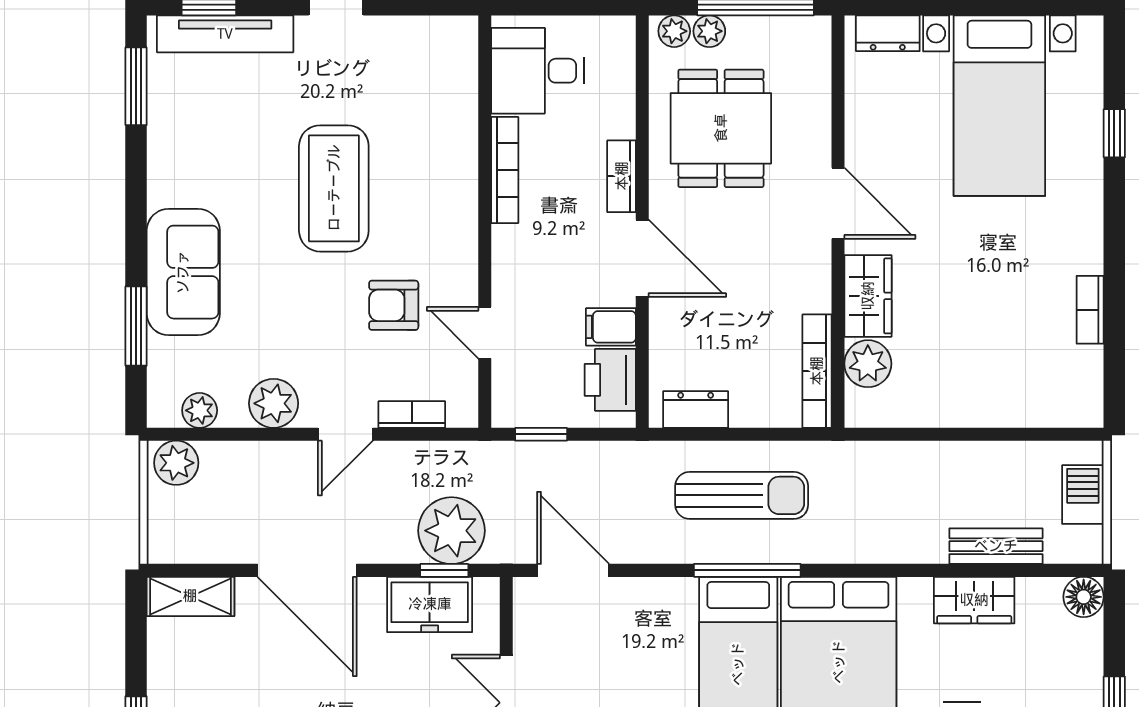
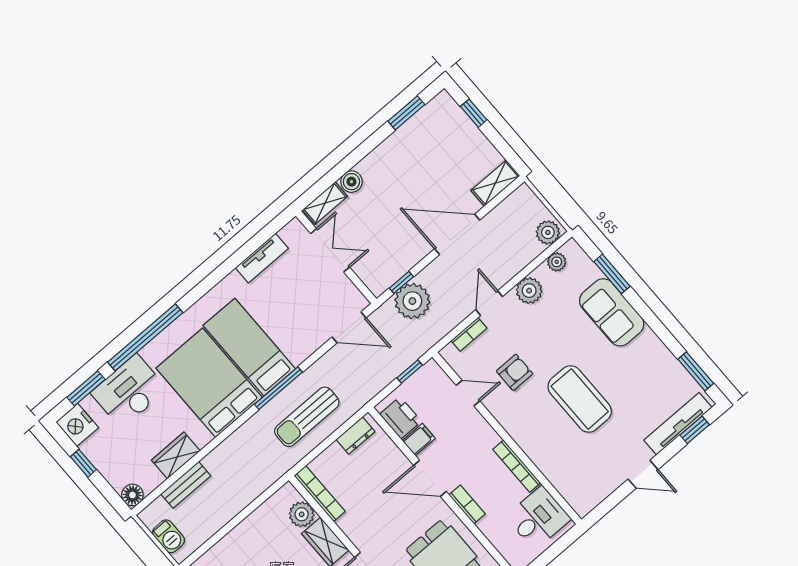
freezer: (430, 604) -> (395, 263), removed

